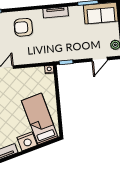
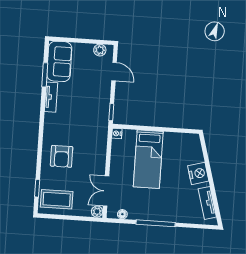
tv unit: (56, 12) -> (51, 97), moved
bed: (40, 119) -> (148, 159), moved, turned -74

